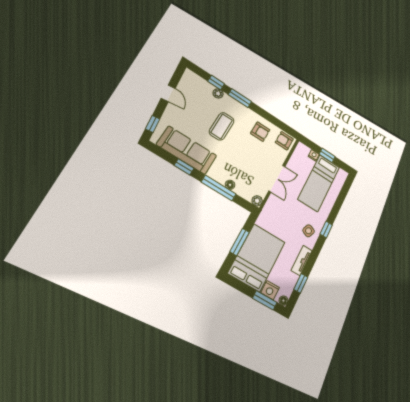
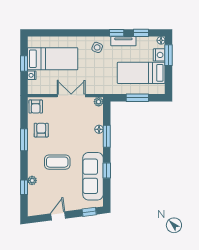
window: (240, 98) -> (24, 140), moved
window: (219, 188) -> (107, 136), width x0.69
window: (326, 229) -> (117, 33), moved
bed: (257, 258) -> (141, 73), width x0.67

